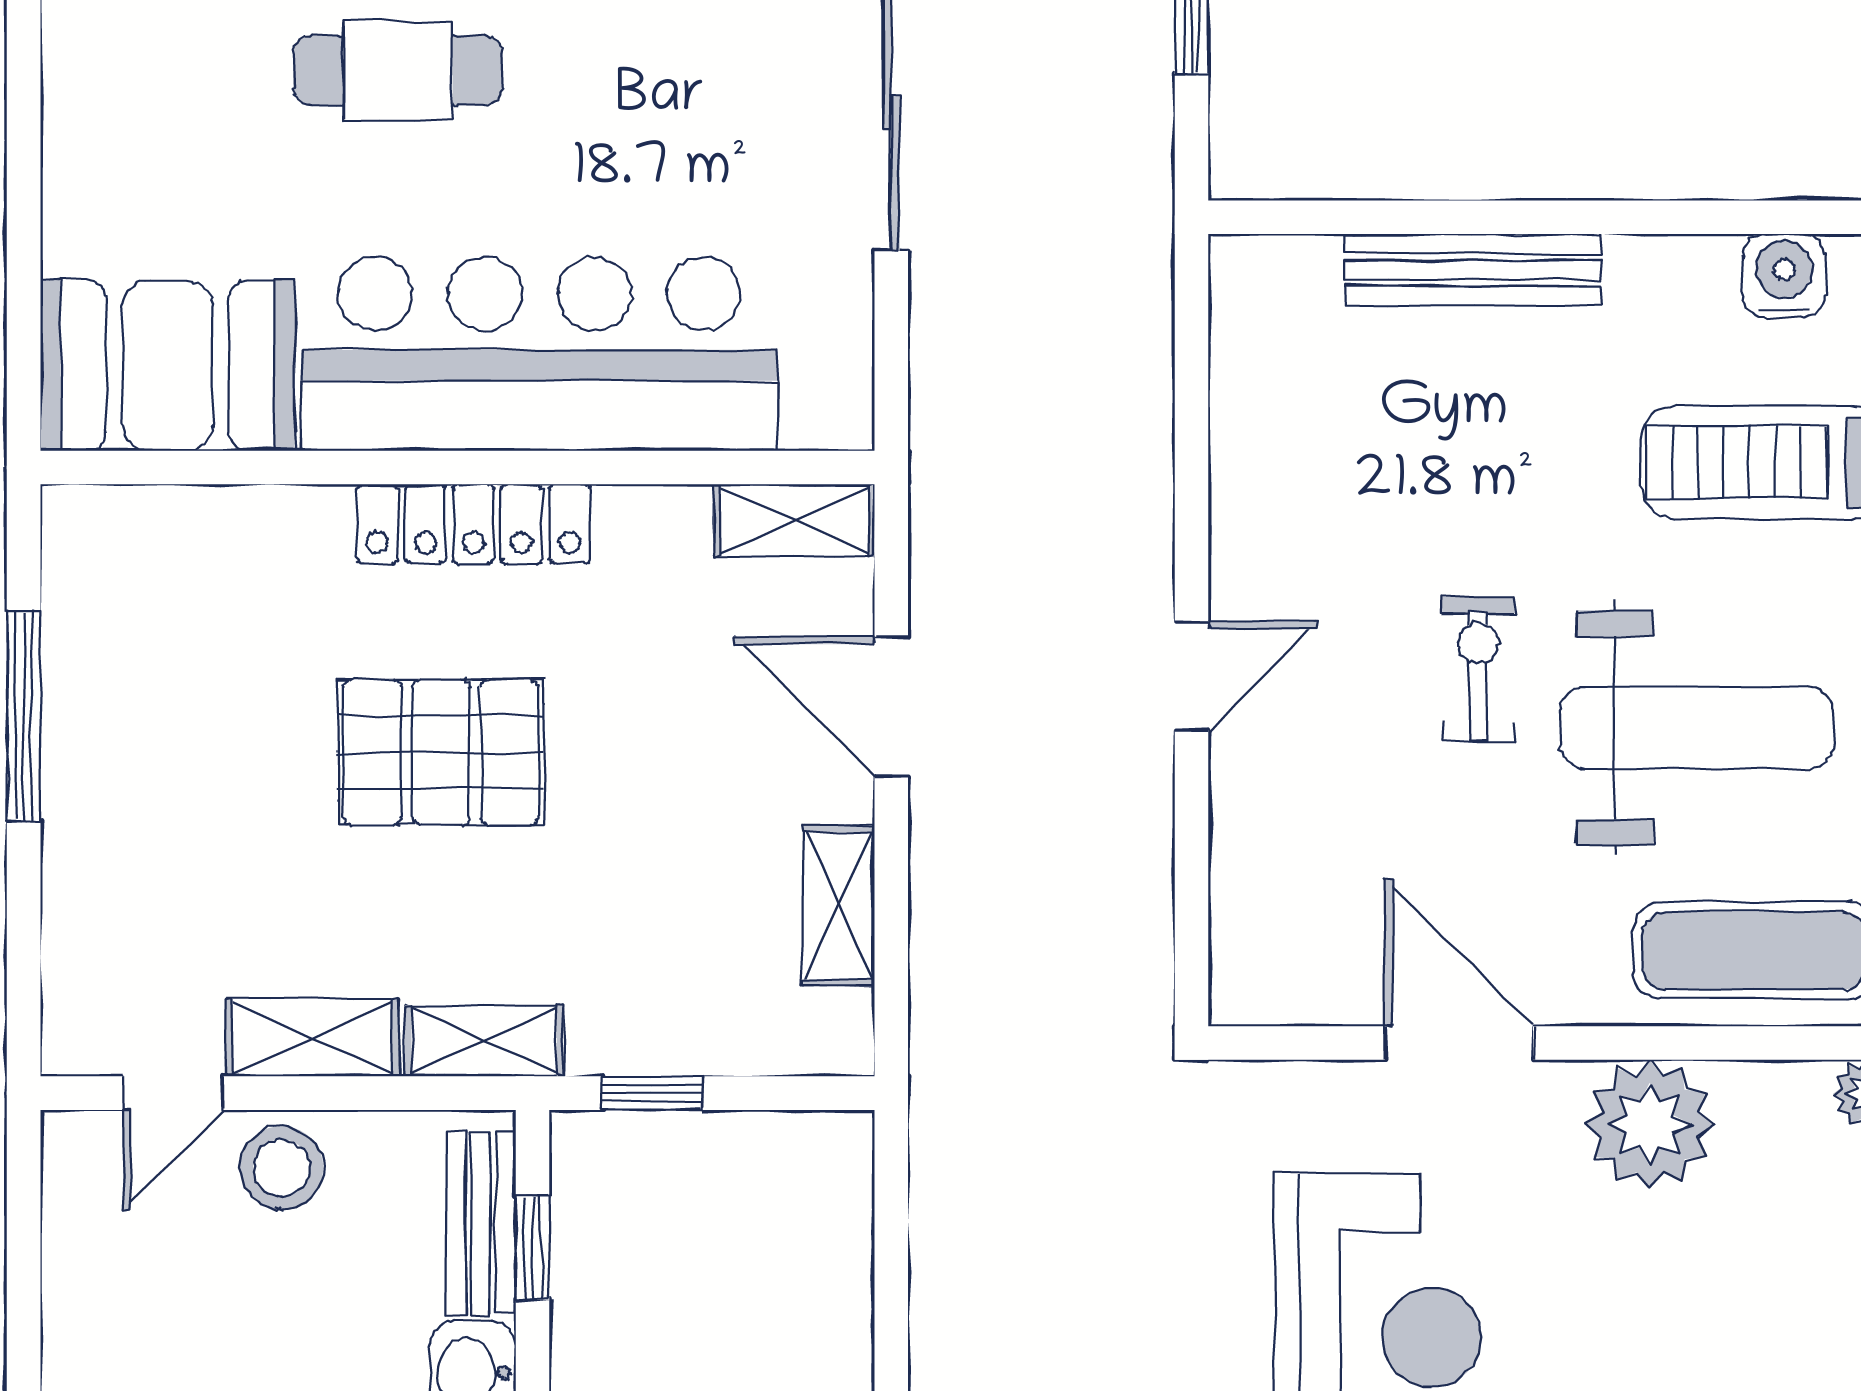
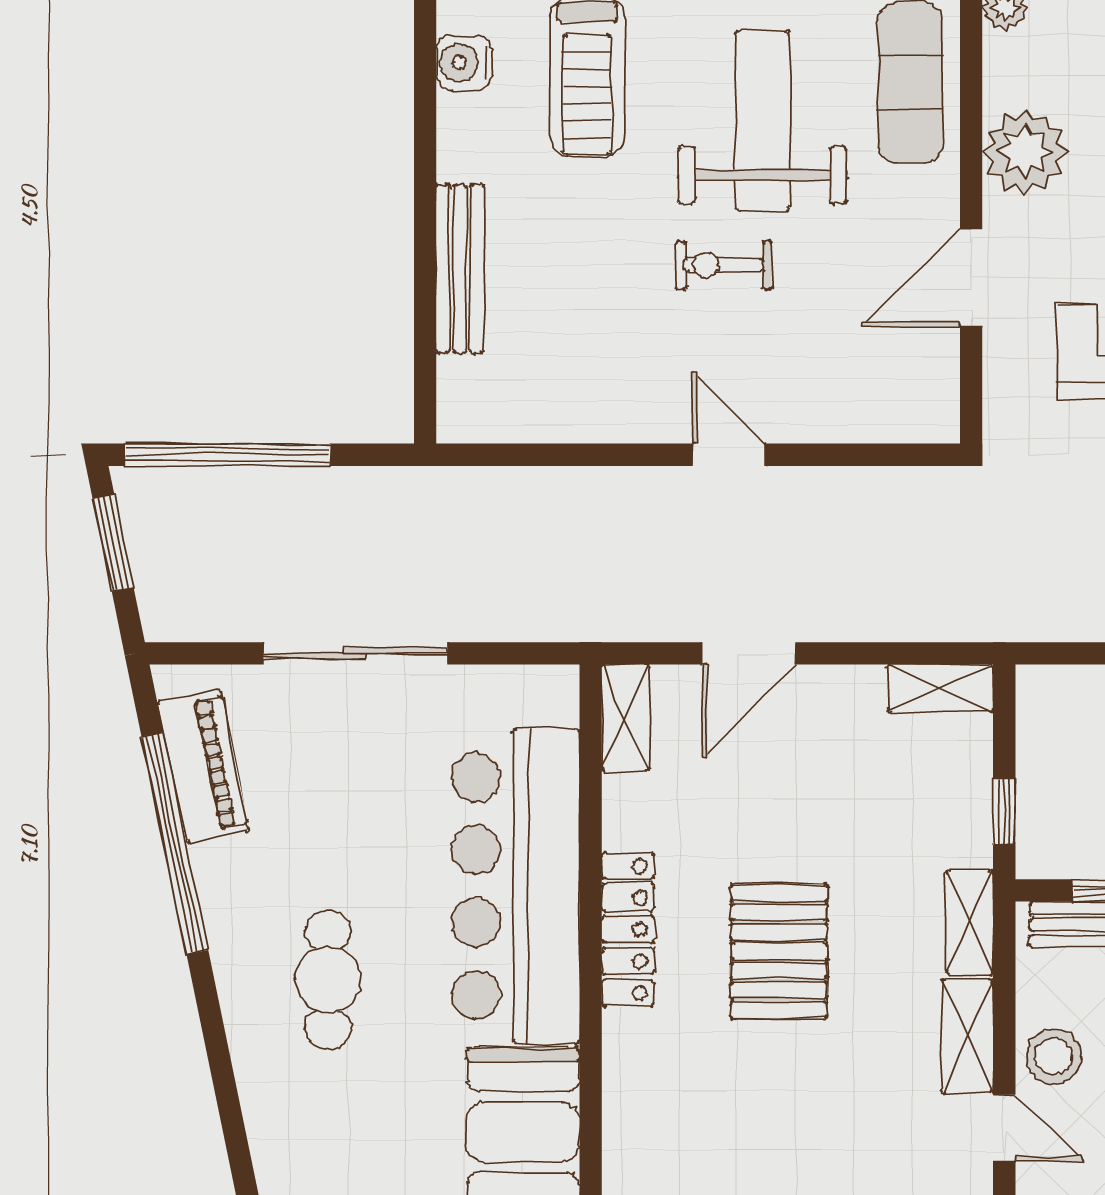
shelving: (838, 906) -> (940, 688), moved

